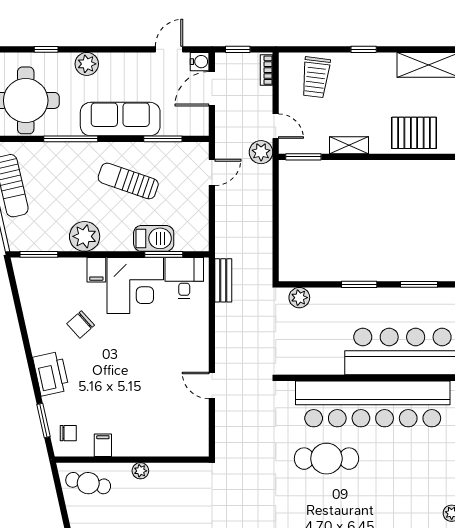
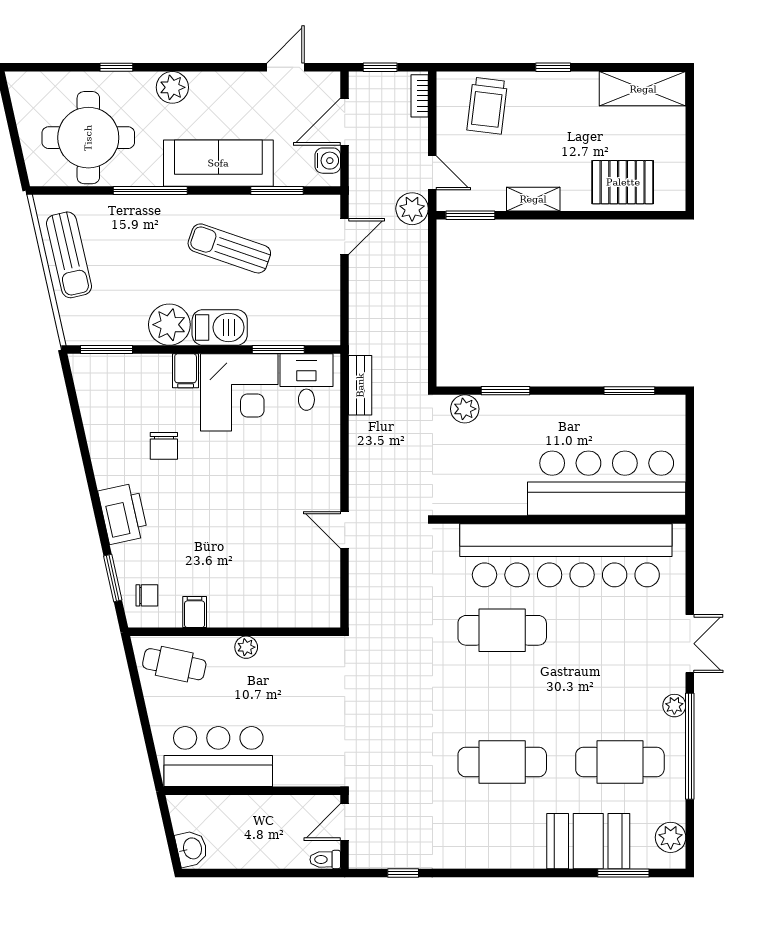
water cooler: (200, 62) -> (328, 161), moved
barbecue: (154, 238) -> (220, 327), moved
window: (359, 284) -> (505, 391), moved
chair: (81, 324) -> (164, 446), turned -48

